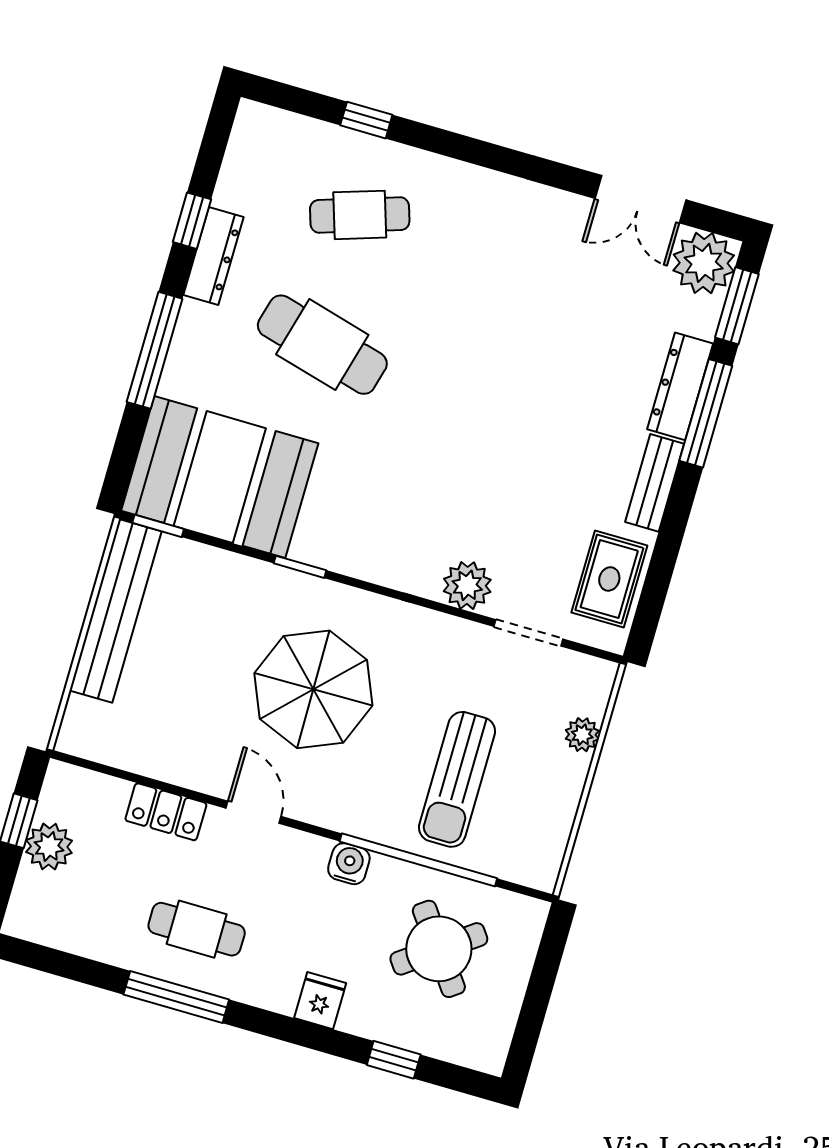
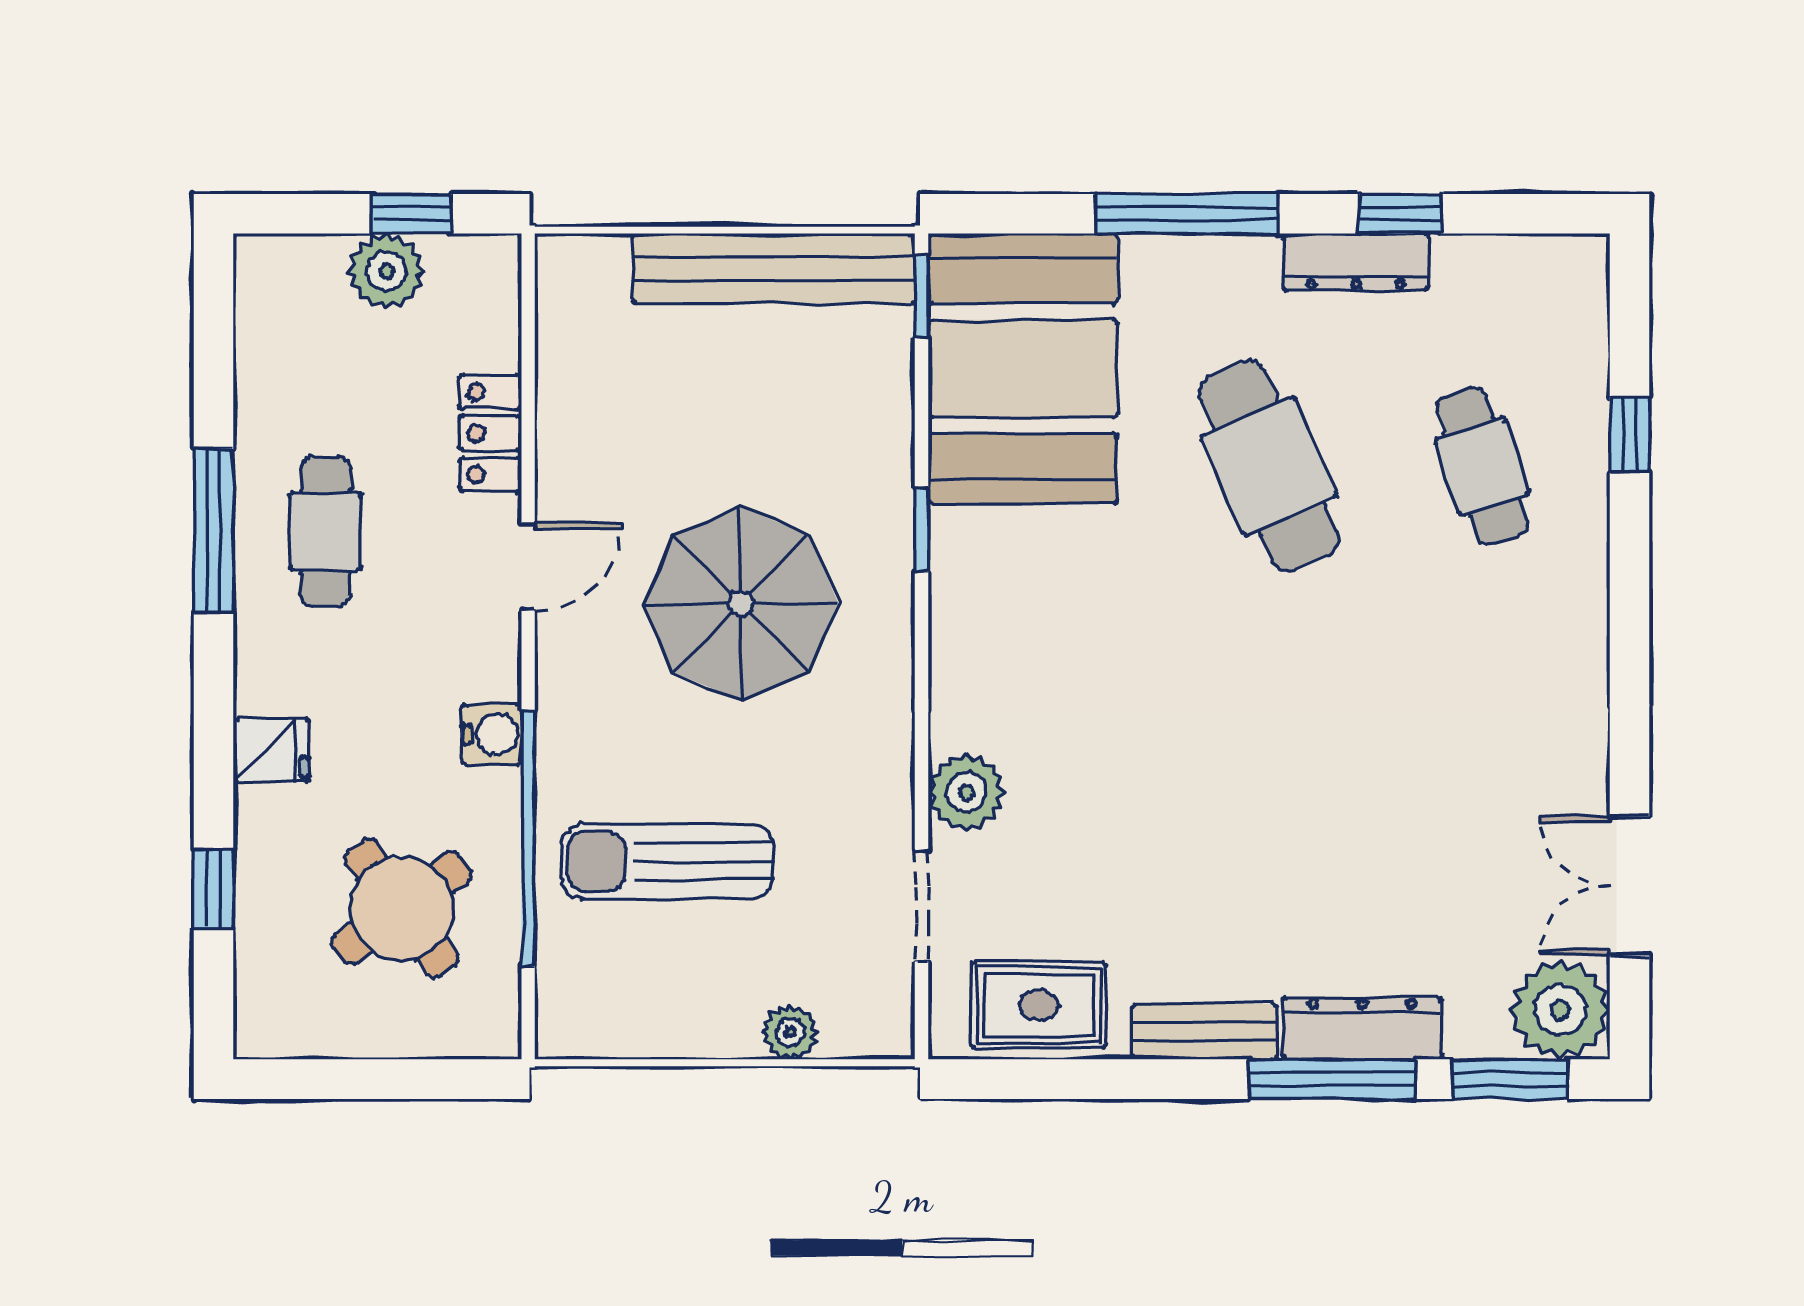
cafe table: (322, 345) -> (1269, 466), turned -39

